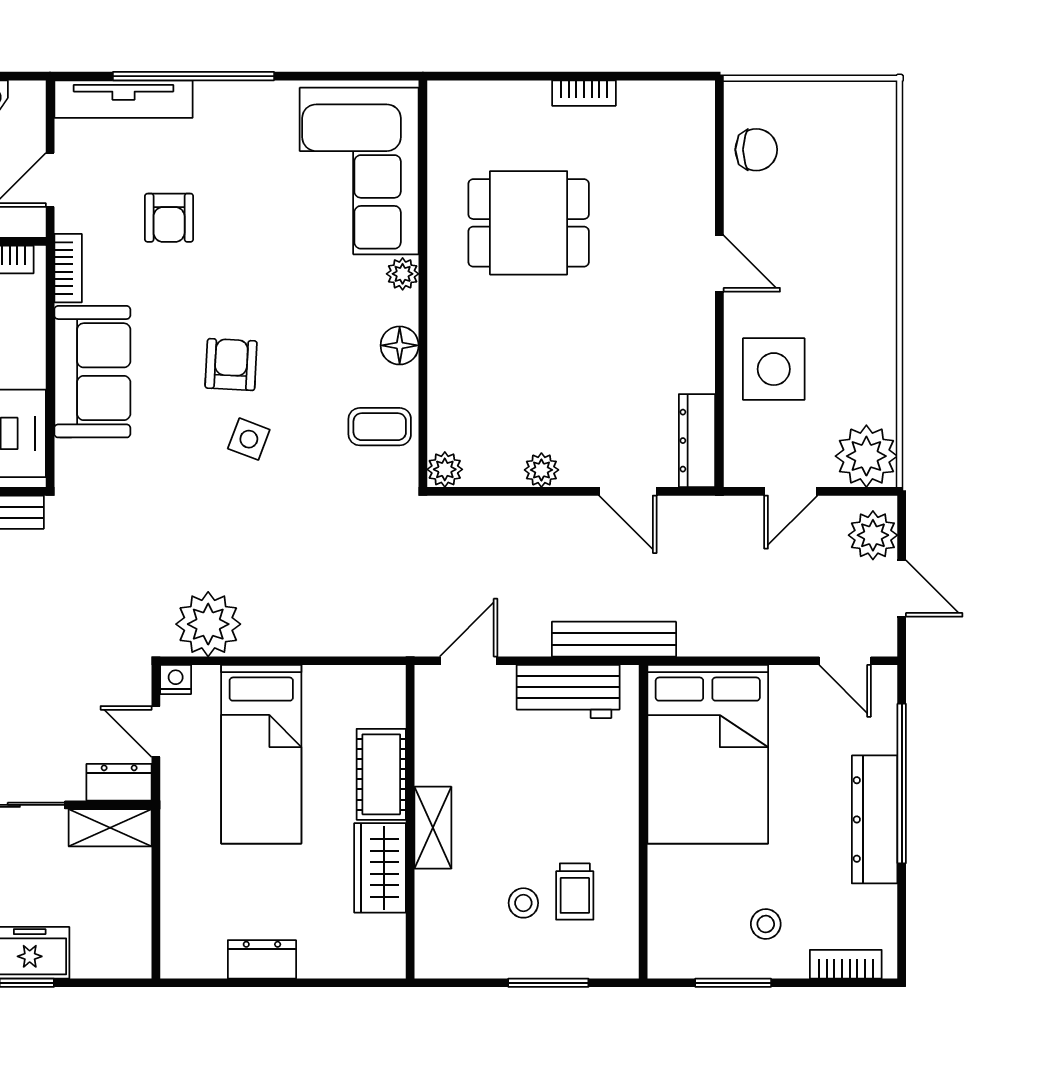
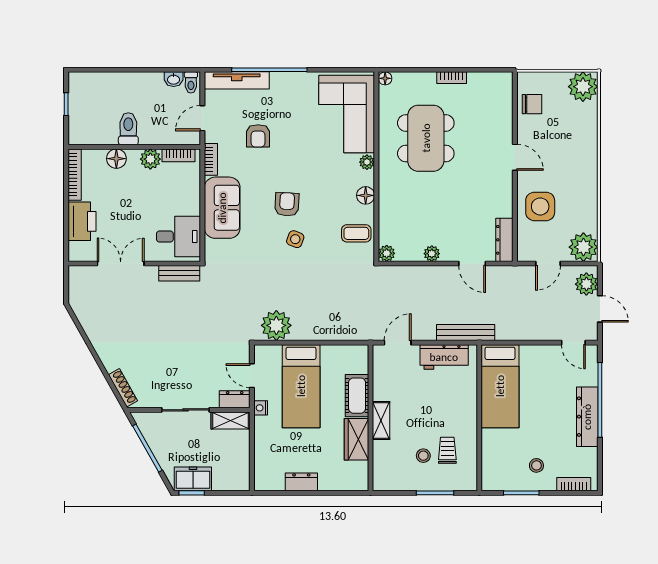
floor lamp: (441, 95) -> (385, 78), added
toilet: (25, 103) -> (191, 82), added
plant: (865, 112) -> (583, 87), added
dining table: (529, 223) -> (426, 138), width x1.38
nightstand: (176, 680) -> (261, 408), moved, turned -90
bed: (708, 754) -> (500, 386), width x0.67
trolley: (575, 892) -> (447, 450), turned 180

